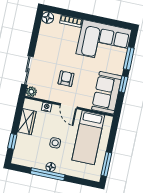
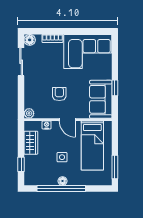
window: (129, 58) -> (115, 62), removed
sliding door: (27, 70) -> (21, 62), moved
window: (48, 174) -> (61, 188), width x1.46

